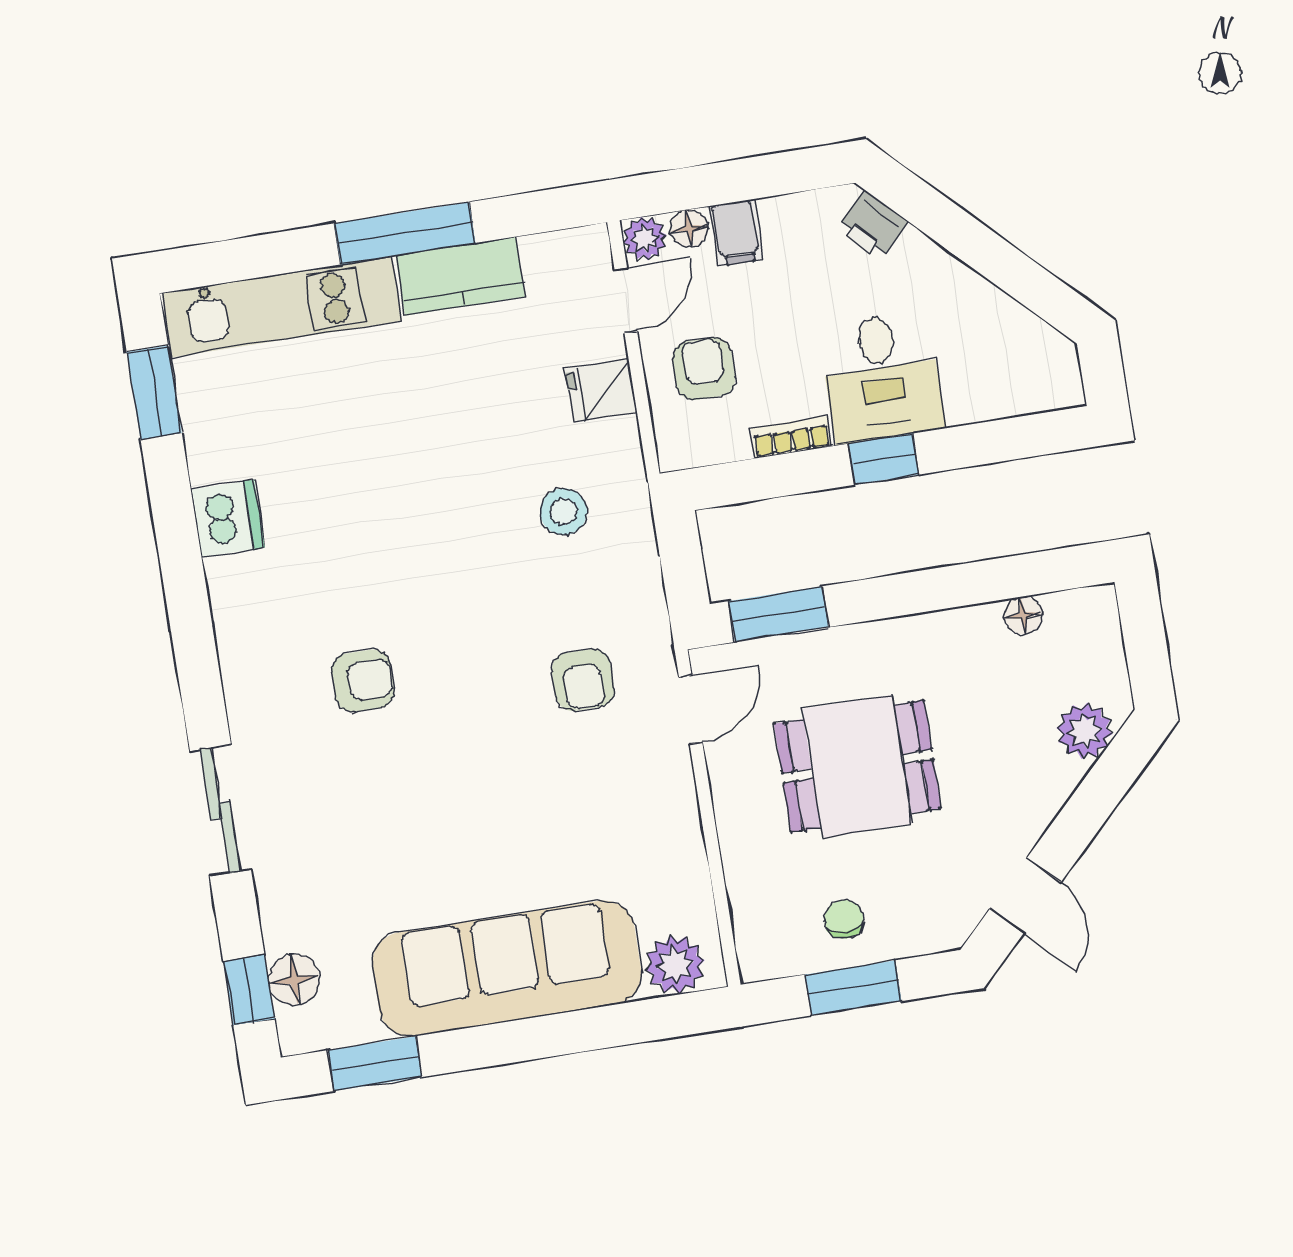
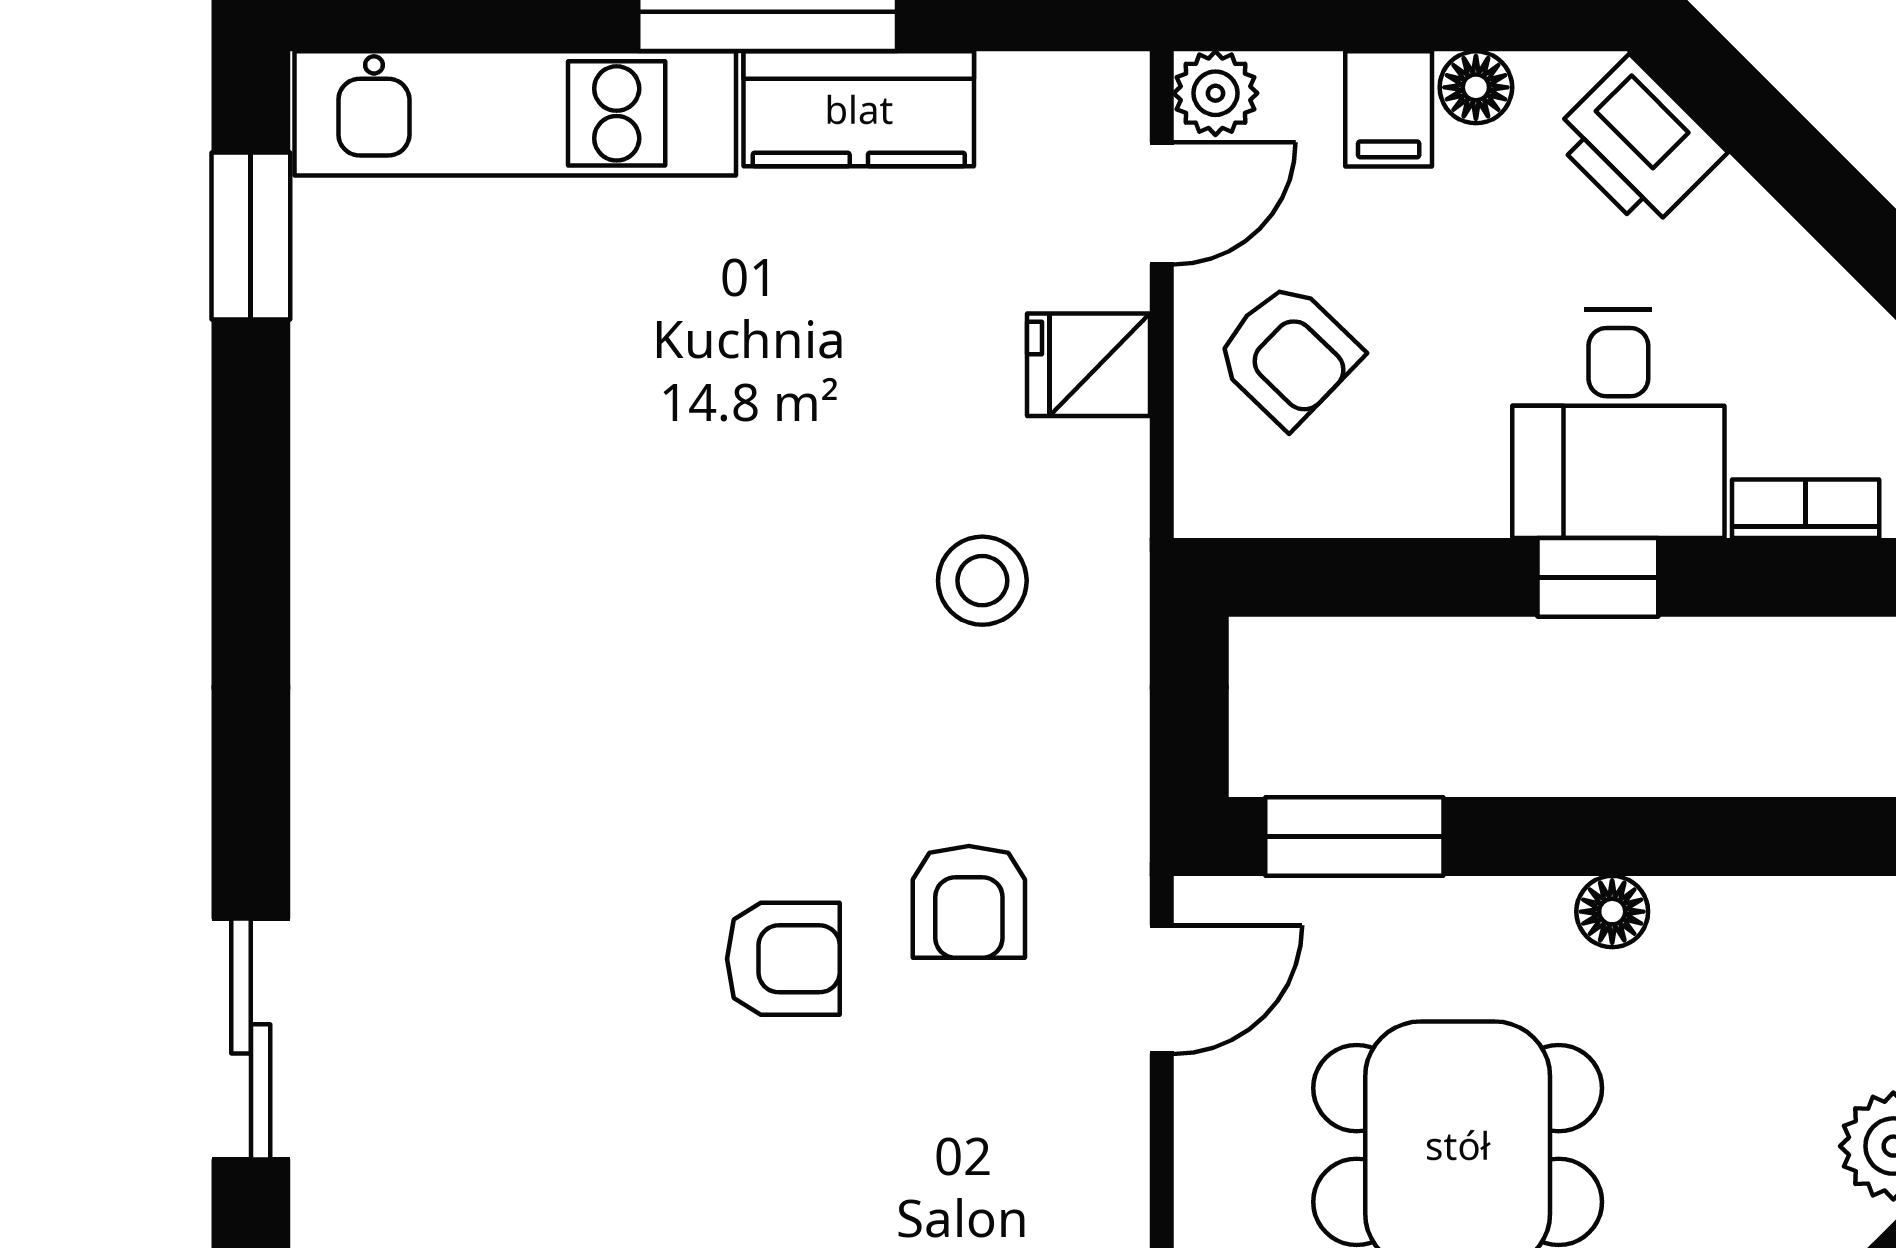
printer: (872, 225) -> (1638, 144), width x1.36, depth x1.24
floor lamp: (689, 228) -> (1476, 87), moved
armchair: (704, 369) -> (1288, 354), turned 134
bookcase: (791, 437) -> (1806, 509), moved
dishwasher: (228, 518) -> (351, 494), removed
floor lamp: (1023, 615) -> (1612, 912), moved
armchair: (363, 681) -> (783, 959), moved

